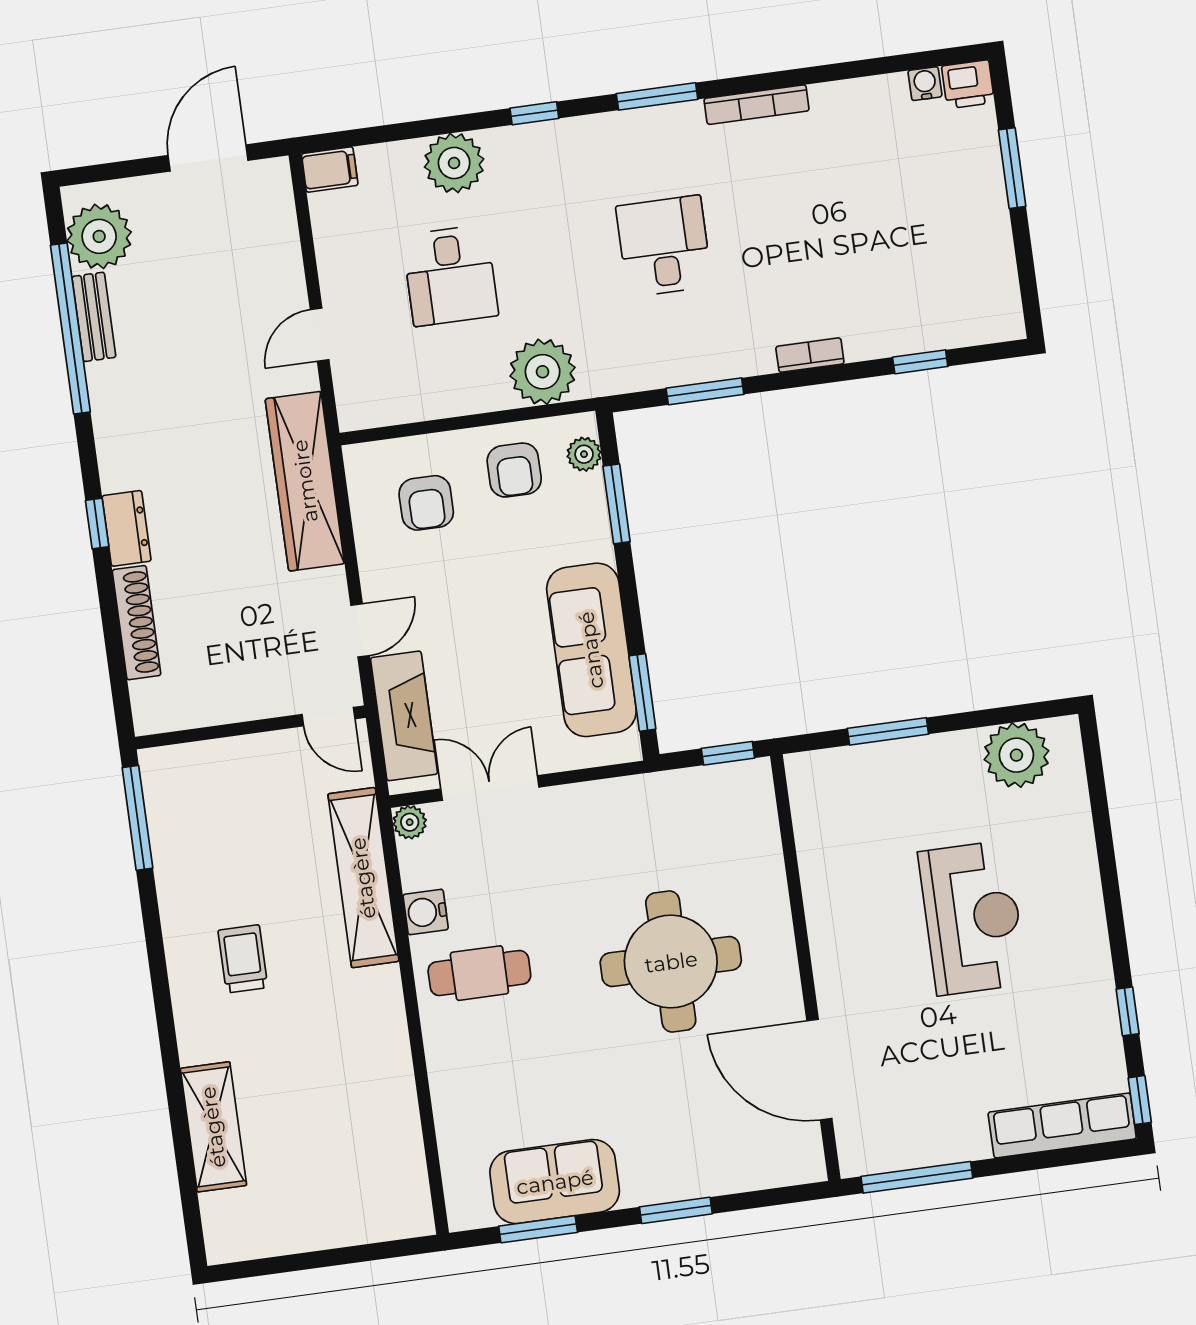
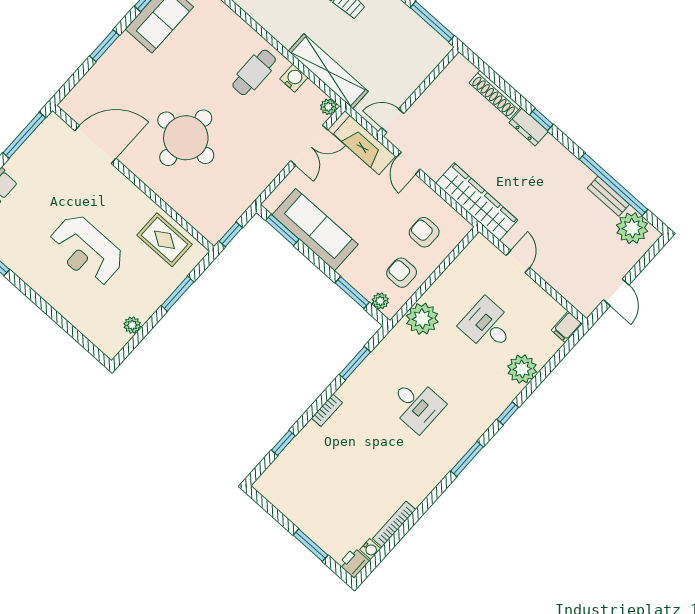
bookcase: (757, 105) -> (394, 524), moved
door: (208, 158) -> (616, 292), width x0.73
plant: (1016, 755) -> (132, 325), width x0.53, depth x0.53
rug: (837, 832) -> (165, 240), added

